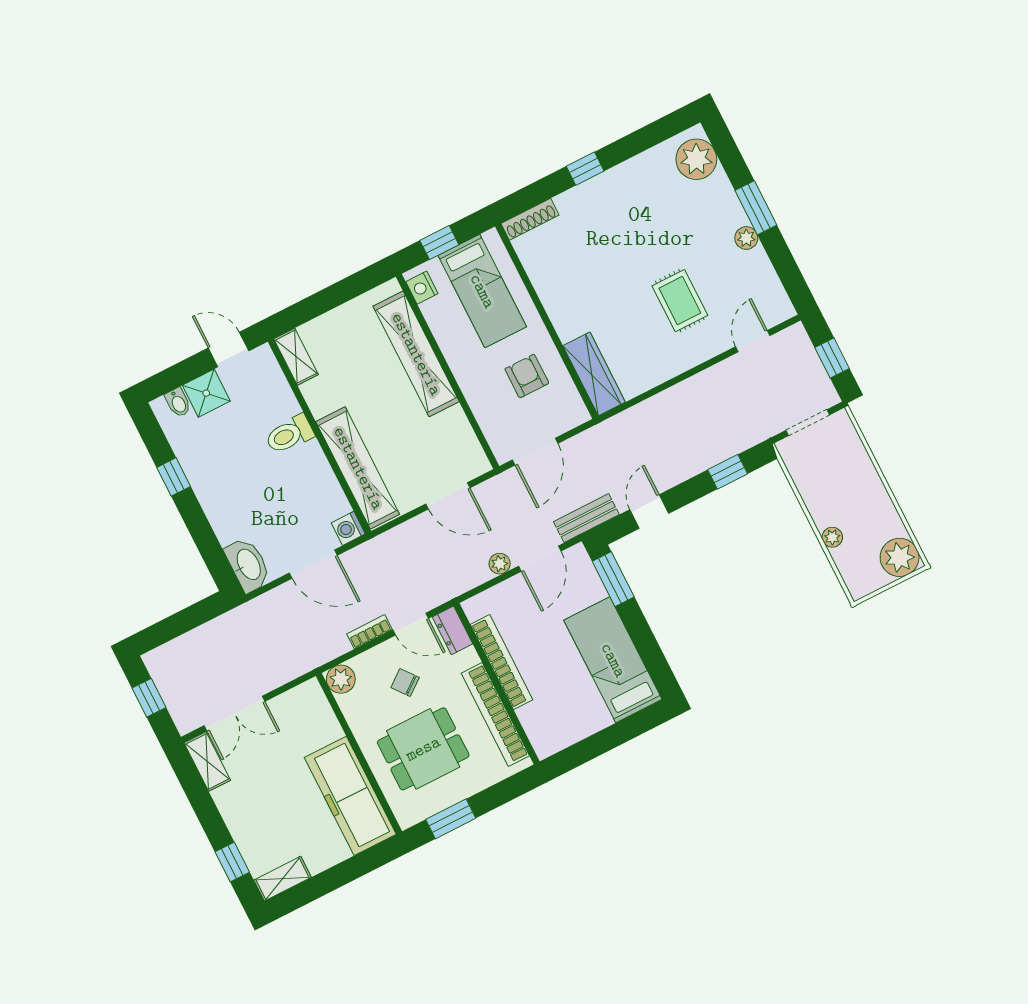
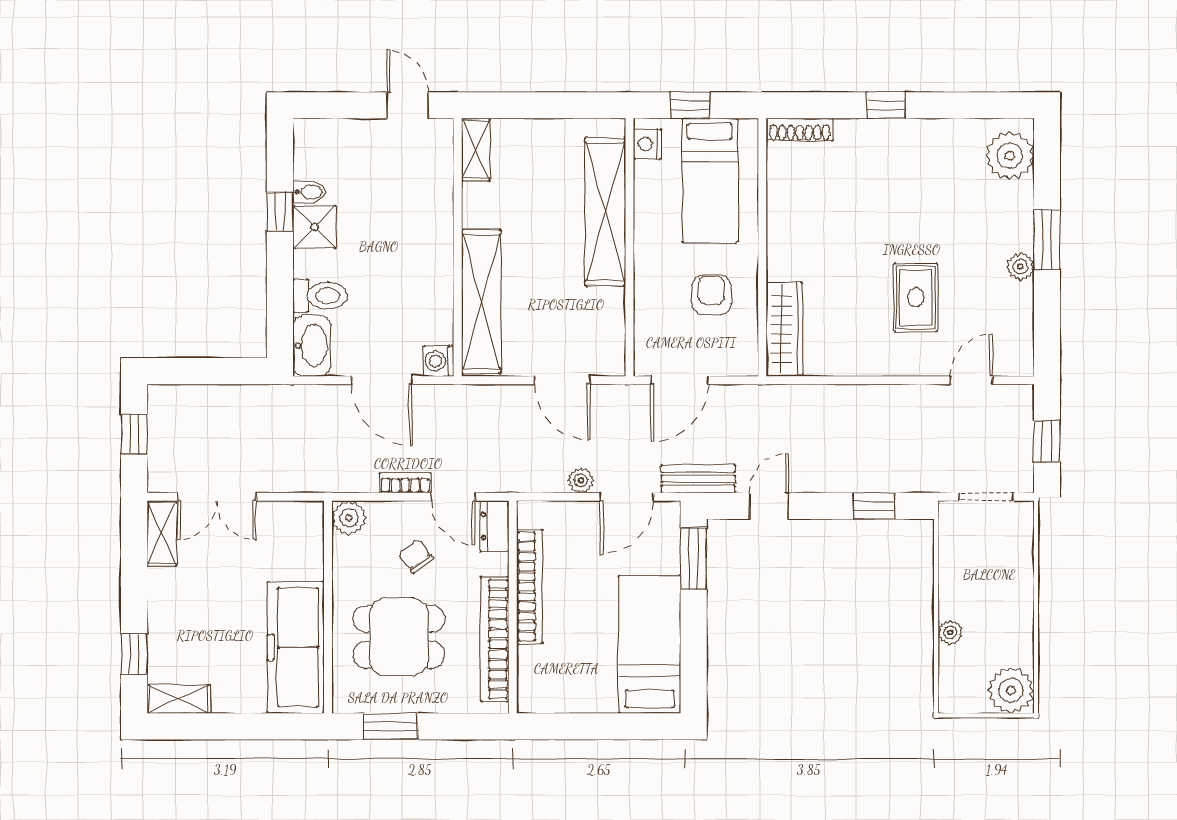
shower: (206, 393) -> (314, 227), moved
bidet: (178, 403) -> (309, 192), moved, turned -90
toilet: (289, 434) -> (320, 296), moved, turned 180

